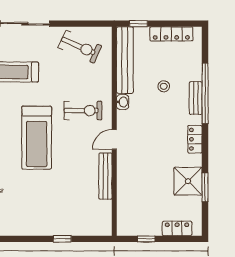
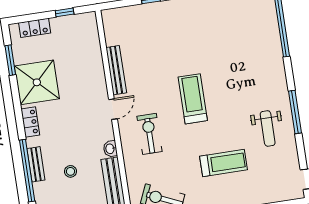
exercise bike: (83, 111) -> (149, 134), turned 90
treadmill: (37, 138) -> (193, 99), width x0.73, depth x0.73
shower: (188, 181) -> (37, 82), width x1.37, depth x1.37
window: (205, 187) -> (10, 60), moved

